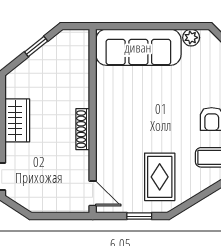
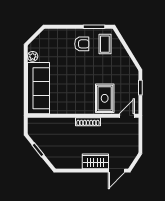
wardrobe: (17, 120) -> (95, 161), moved
rug: (160, 177) -> (105, 98), moved, turned 90

